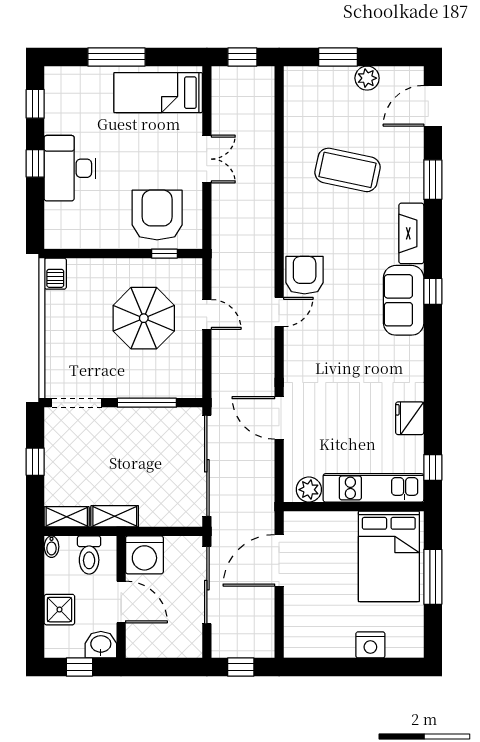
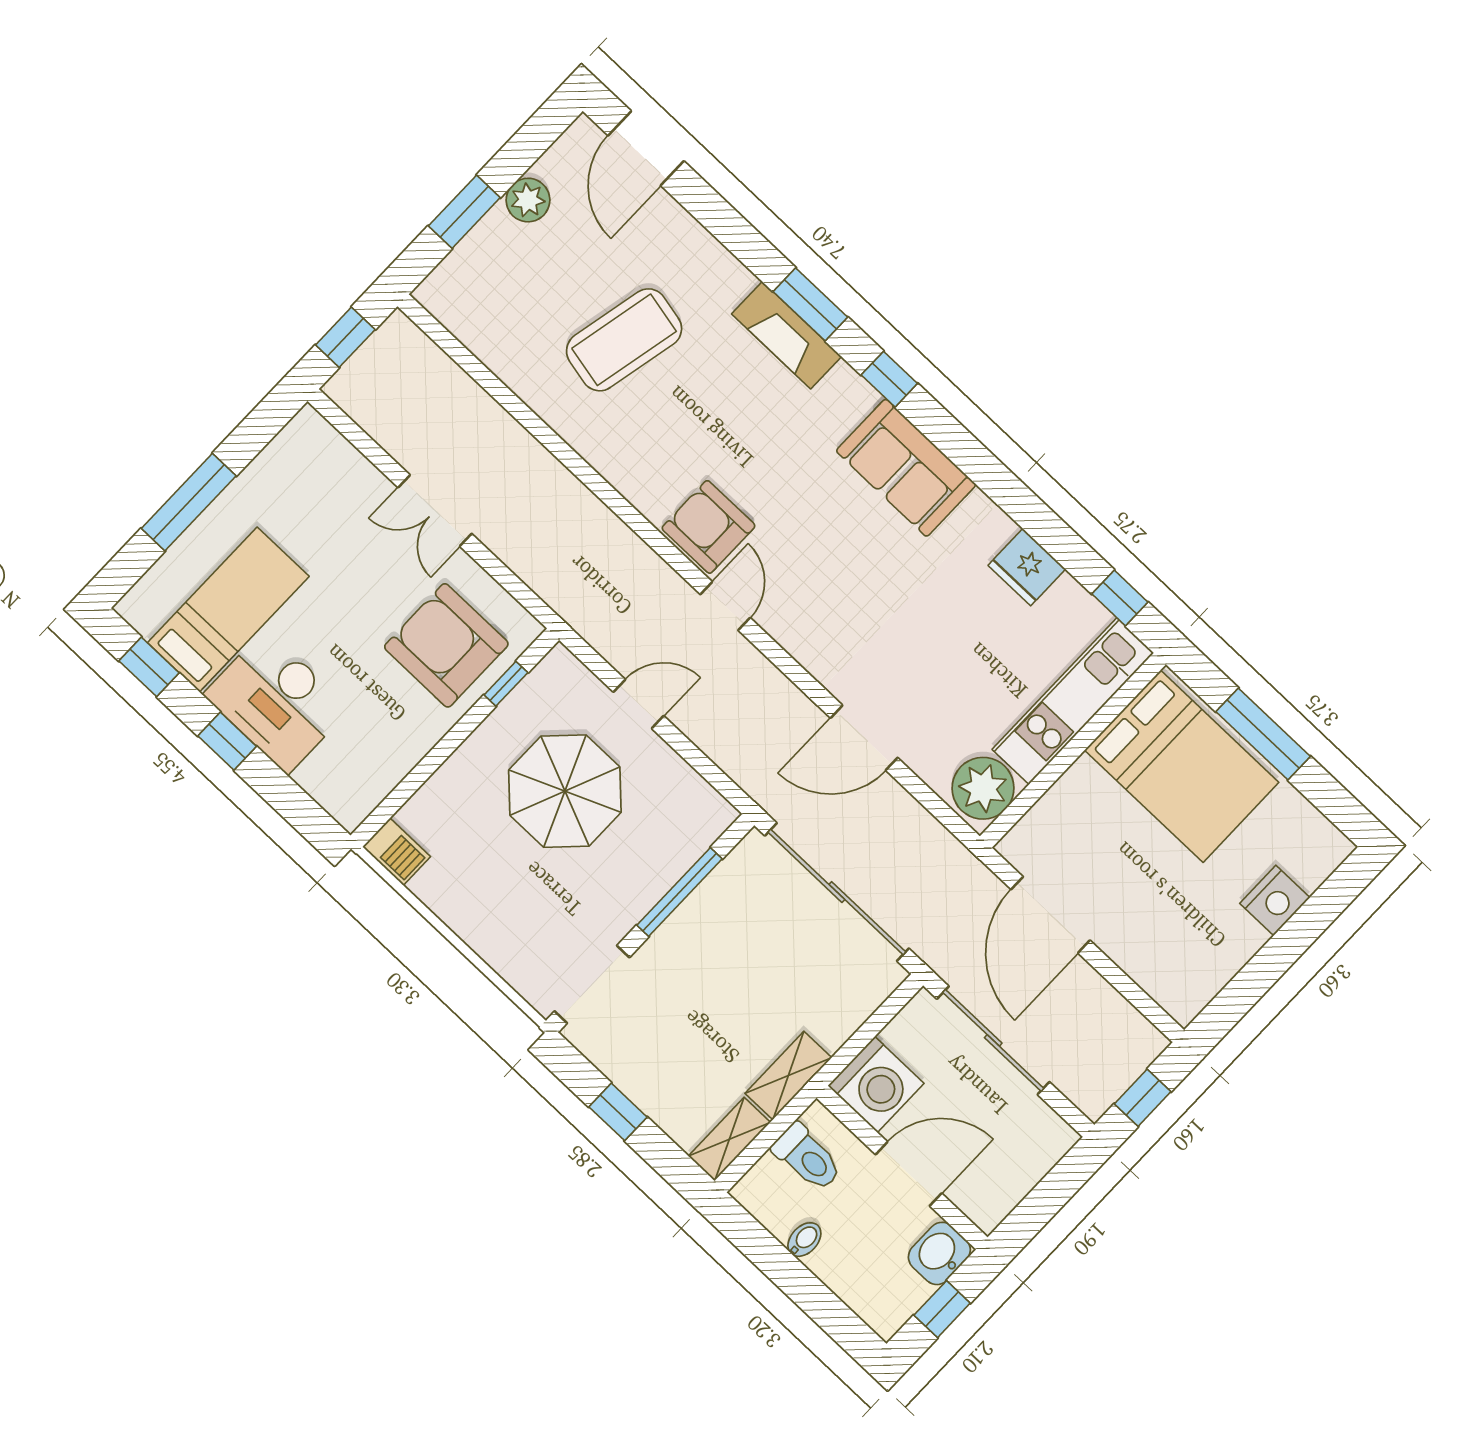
bed: (158, 93) -> (228, 610), moved, turned 180
double door: (207, 159) -> (435, 511), swing flipped
window: (433, 180) -> (810, 304), moved
sofa: (404, 300) -> (906, 468), moved
plant: (309, 490) -> (983, 788), width x1.36, depth x1.36
bidet: (52, 547) -> (804, 1240), moved, turned -90
shower: (59, 610) -> (842, 1264), removed

